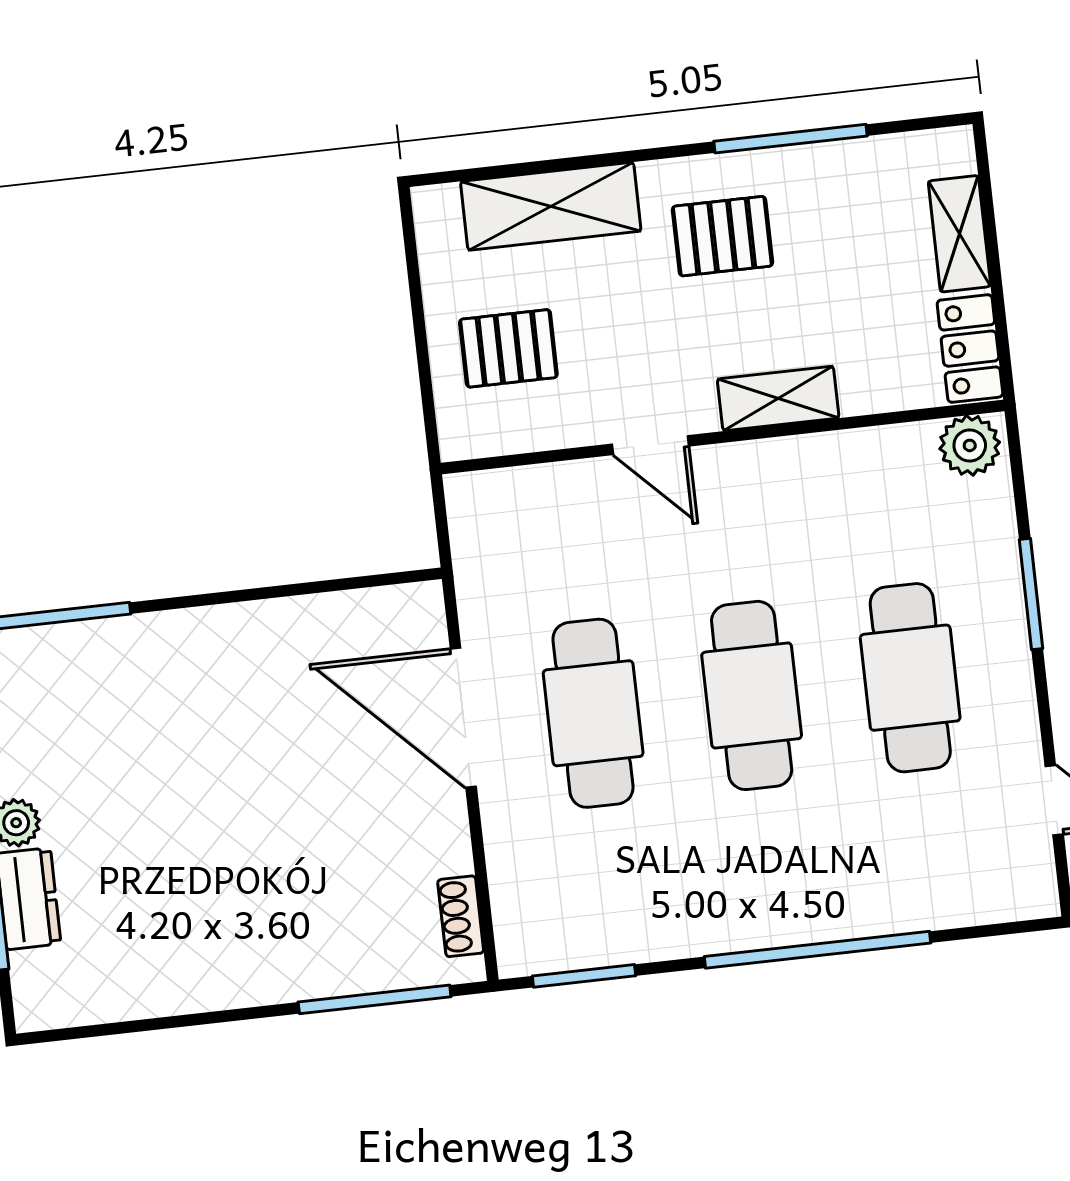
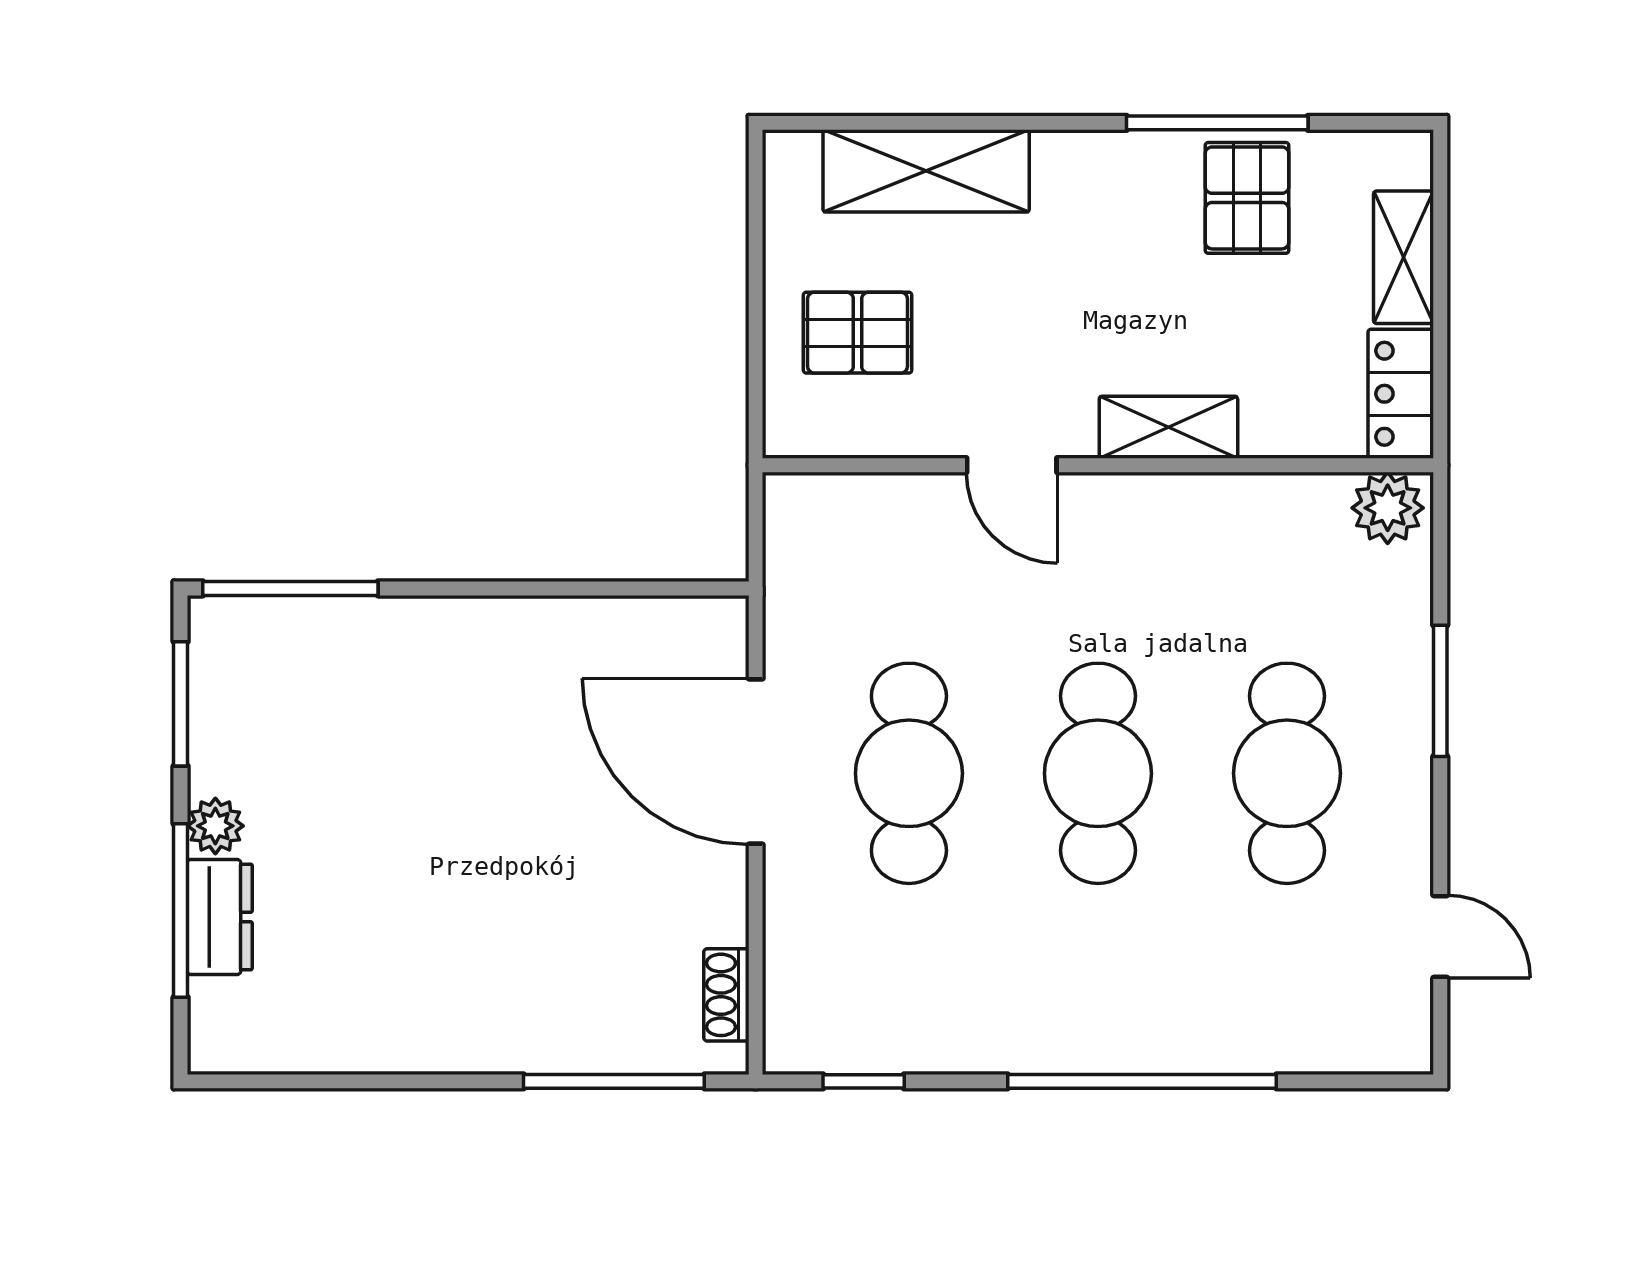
pallet: (722, 236) -> (1247, 198), moved, turned 90
window: (584, 976) -> (864, 1081), width x0.67

